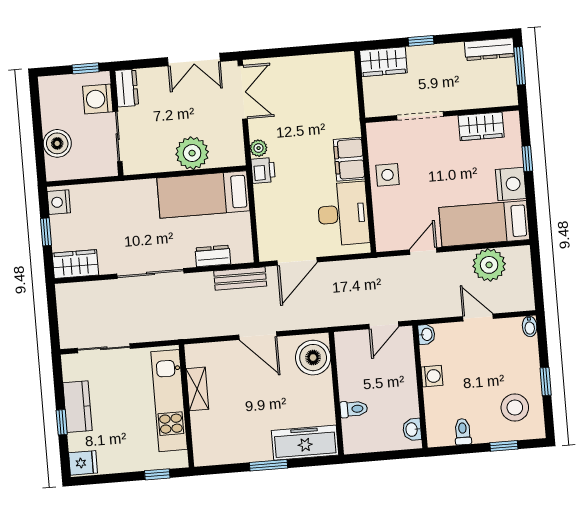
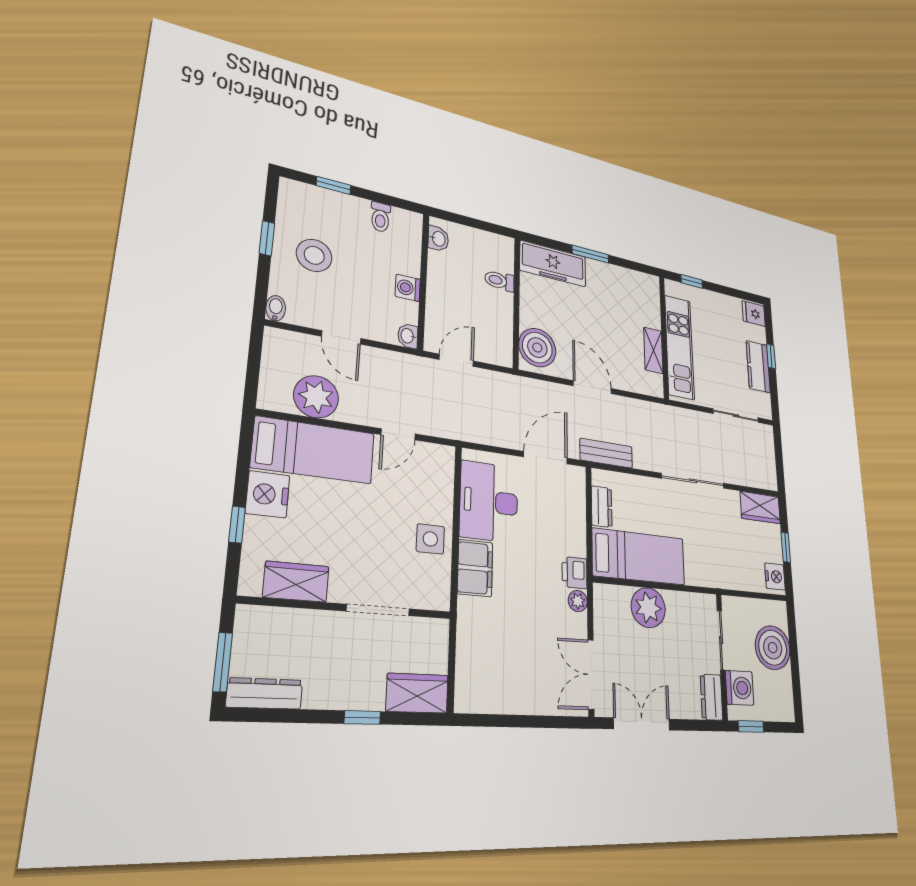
boiler: (57, 143) -> (773, 648), width x1.37, depth x1.37
dresser: (213, 256) -> (602, 507), moved, turned -90
stool: (515, 408) -> (314, 255), moved

